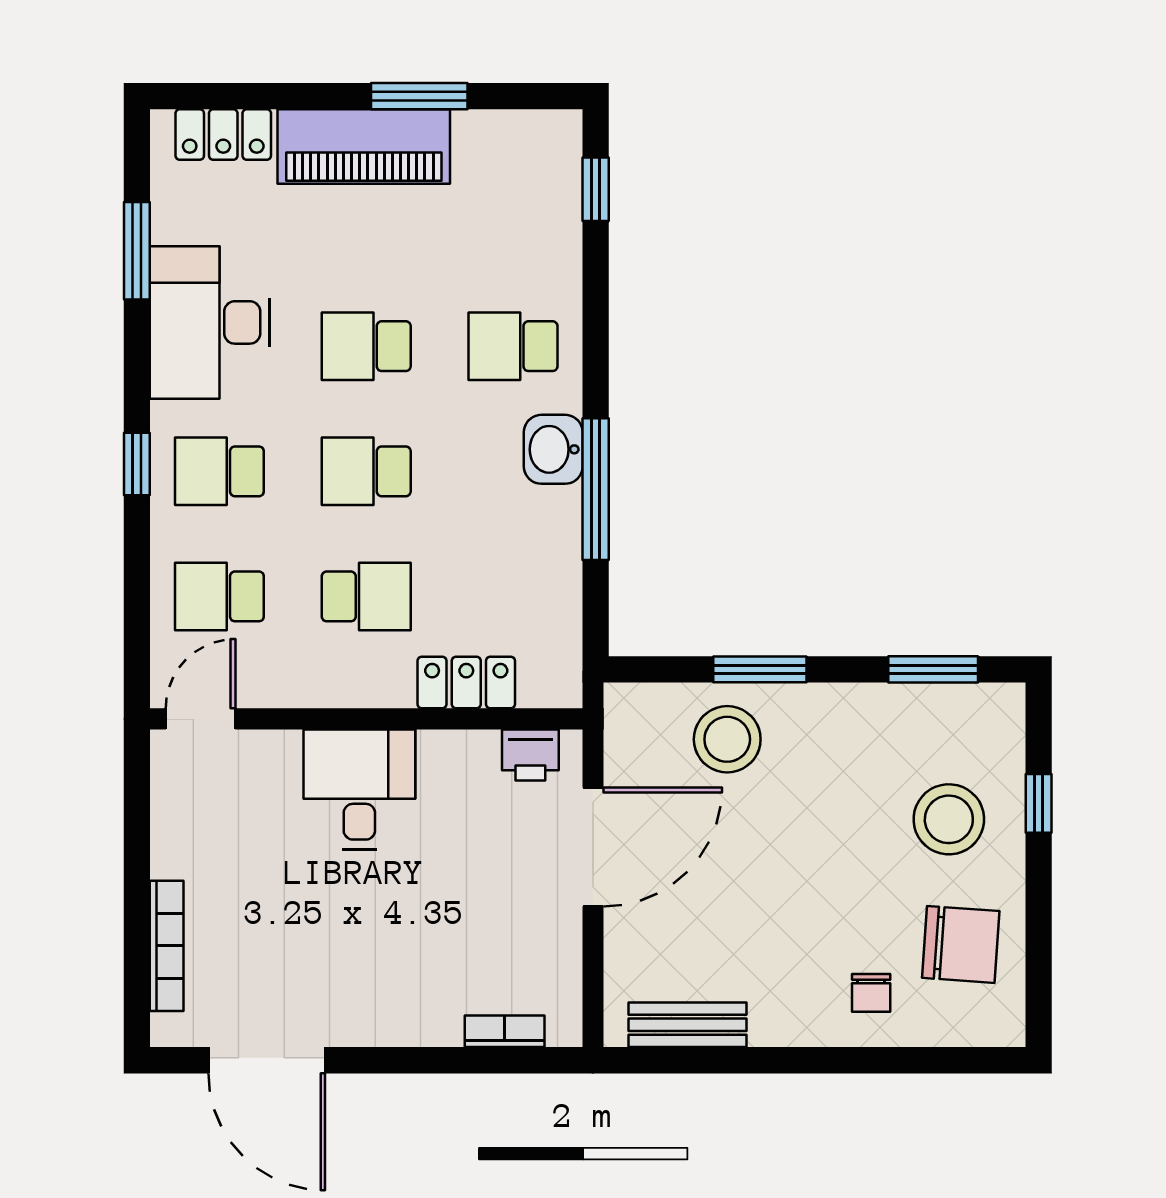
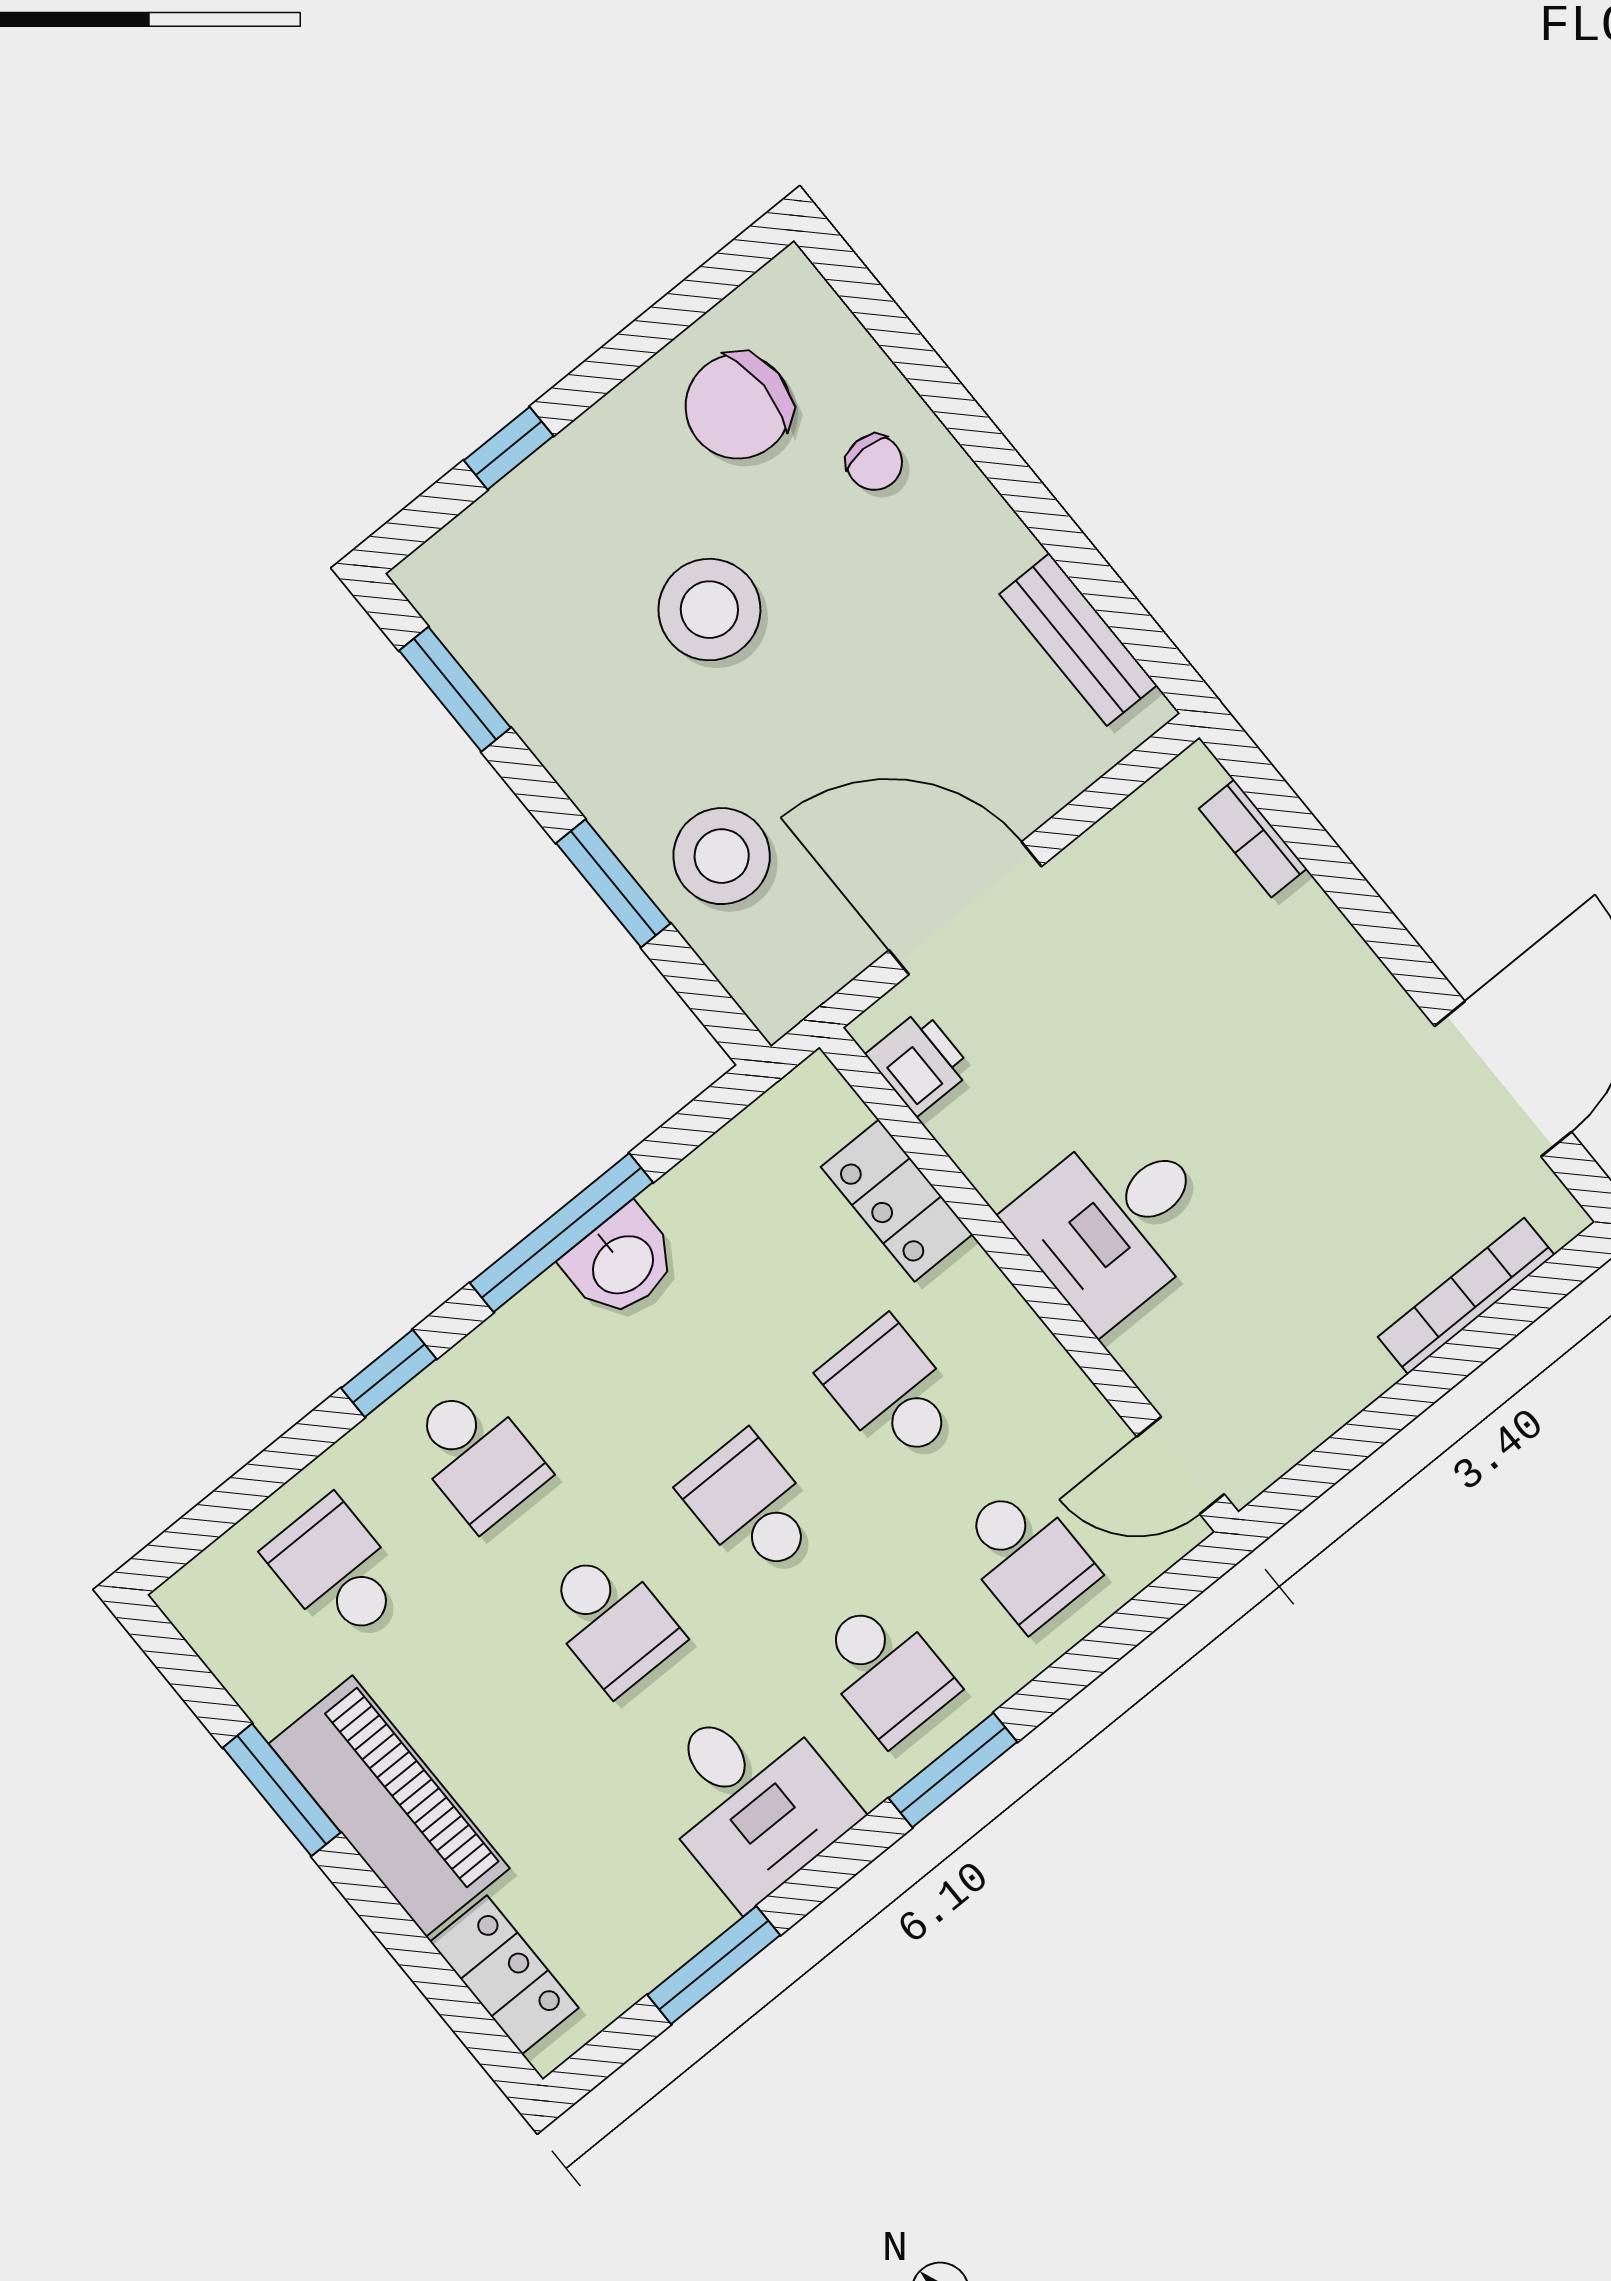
window: (596, 189) -> (389, 1373), moved
school desk: (513, 221) -> (336, 1570), added
desk: (210, 322) -> (751, 1799), width x0.73
washbasin: (553, 449) -> (621, 1263), moved
window: (137, 464) -> (953, 1770), width x1.50
school desk: (366, 471) -> (751, 1506), turned 180
stool: (949, 819) -> (709, 610), moved
chair: (961, 944) -> (738, 406), turned -94
chair: (871, 993) -> (874, 462), turned 90

